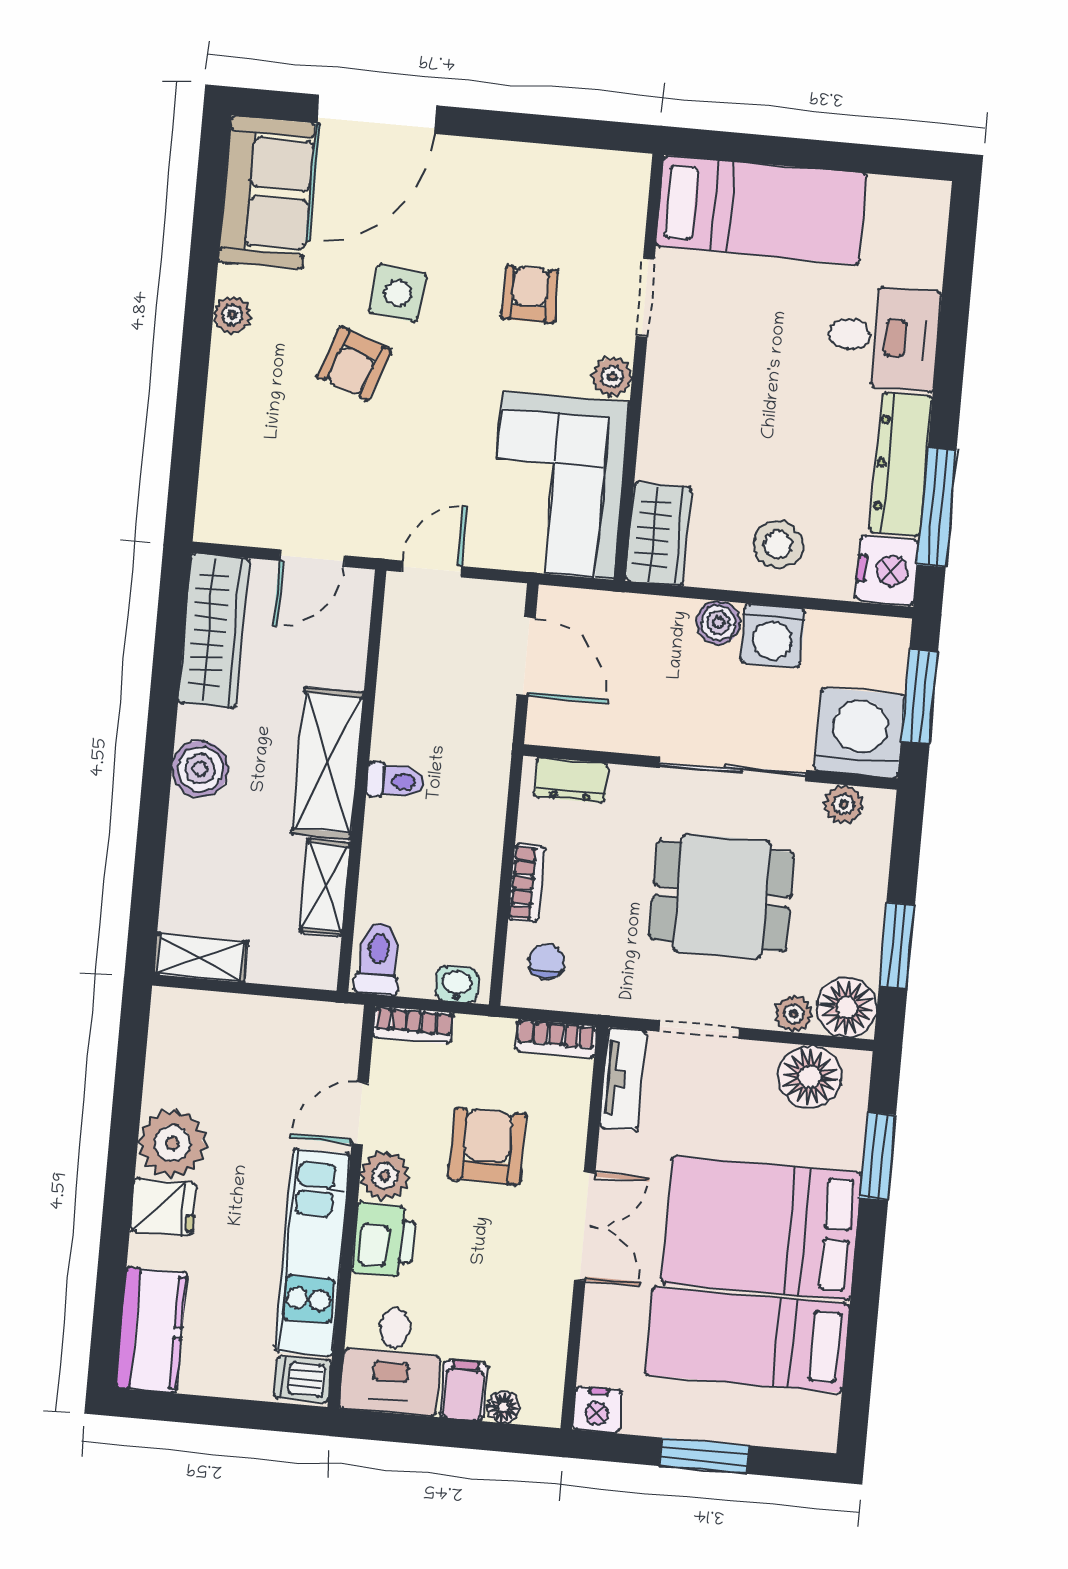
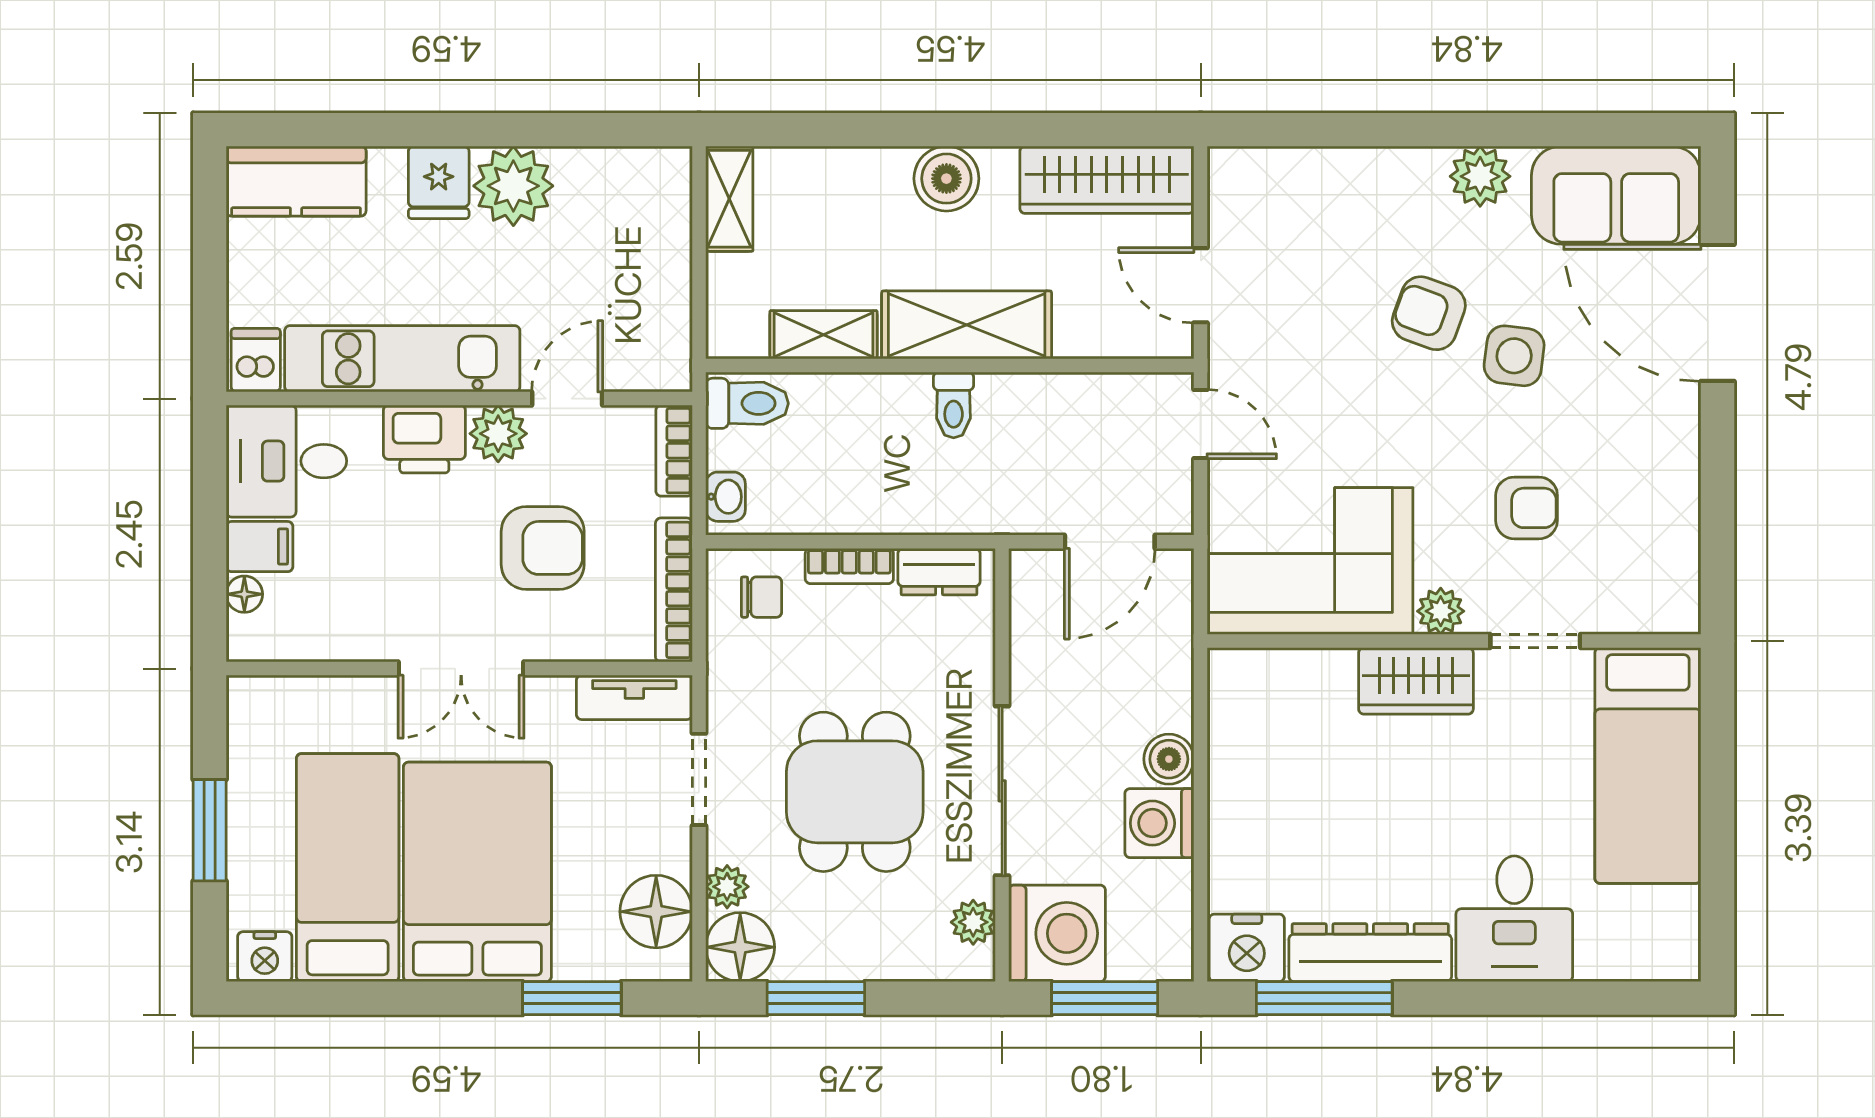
plant: (232, 315) -> (1480, 176), width x1.38, depth x1.38
wardrobe: (658, 534) -> (1416, 681), moved
stool: (778, 545) -> (1265, 819), removed
dresser: (571, 780) -> (939, 572), moved, turned -90
bookcase: (556, 1038) -> (674, 590), width x1.56
door: (360, 1113) -> (567, 399), hinge flipped
nightstand: (597, 1410) -> (265, 957), moved, turned -90

